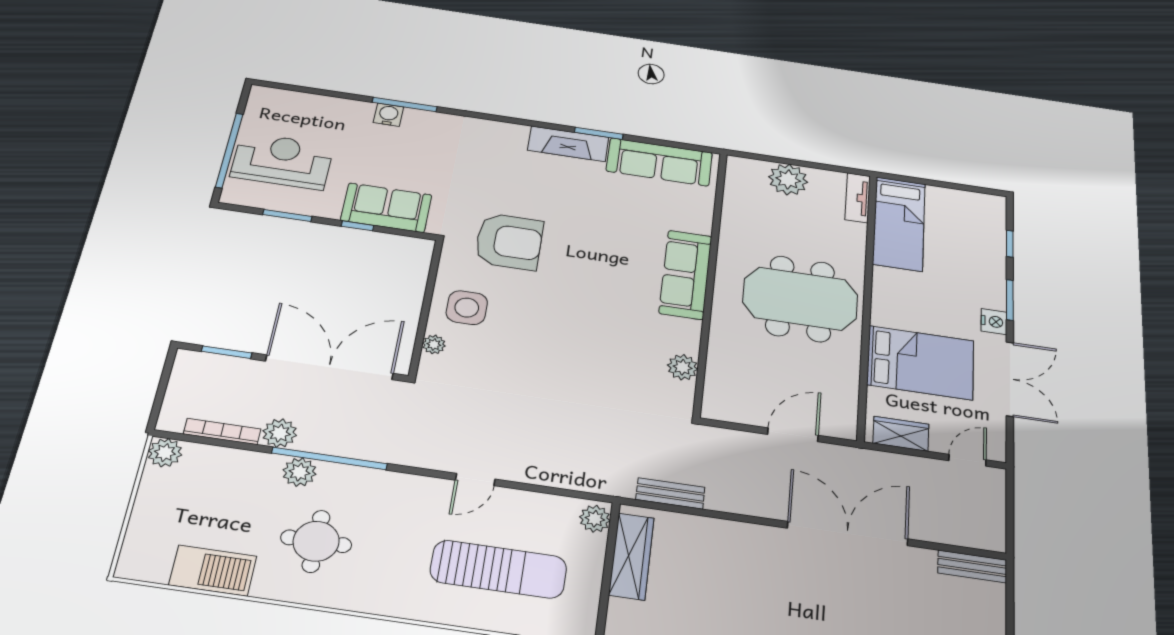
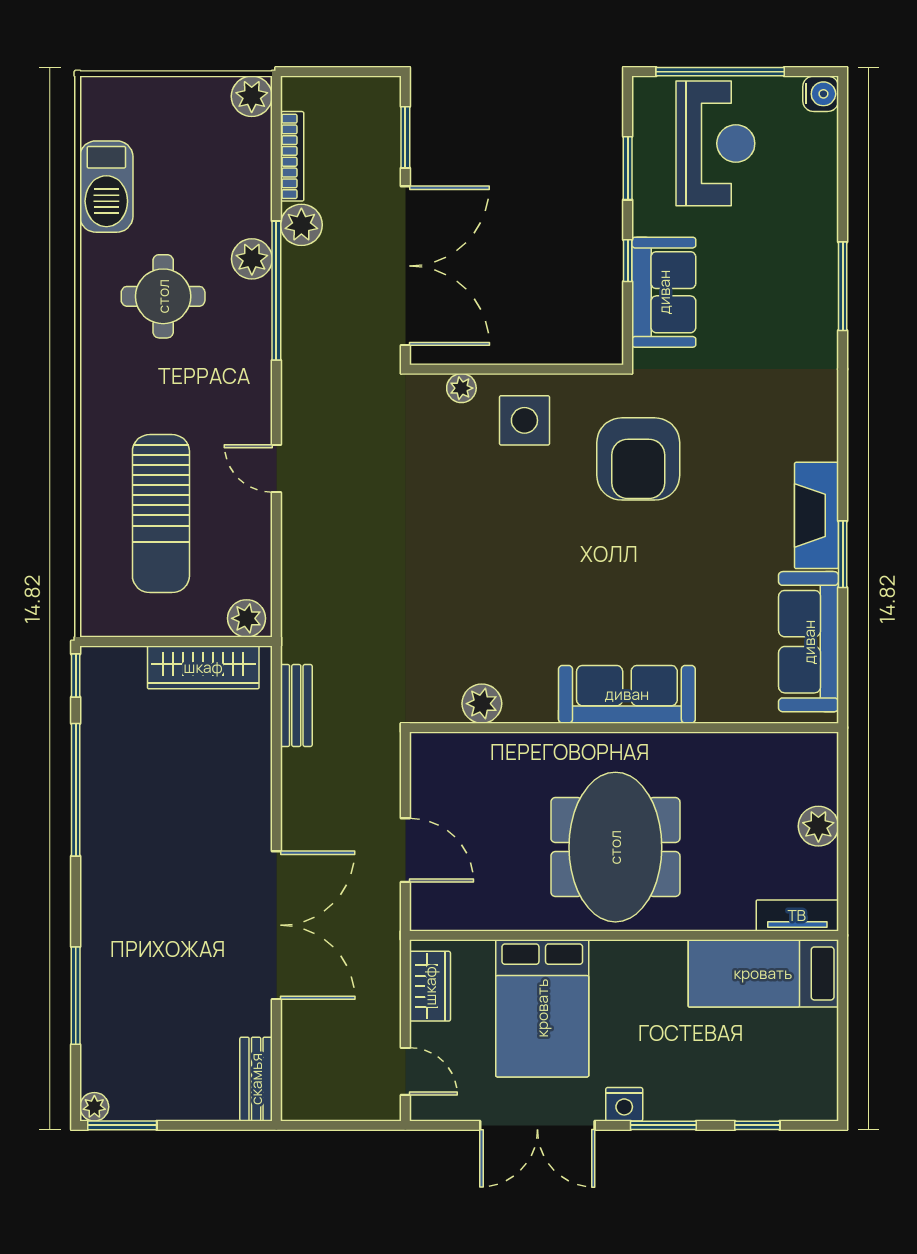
water cooler: (388, 115) -> (821, 94), moved
plant: (788, 180) -> (818, 826), width x0.73, depth x0.73

